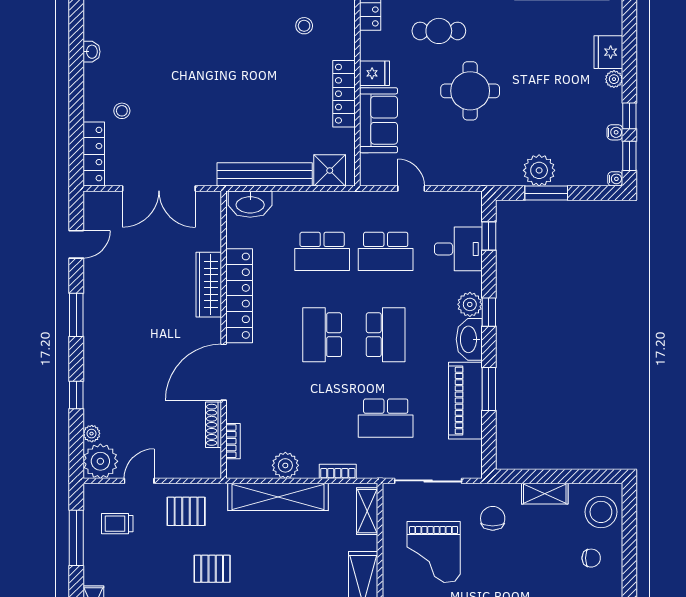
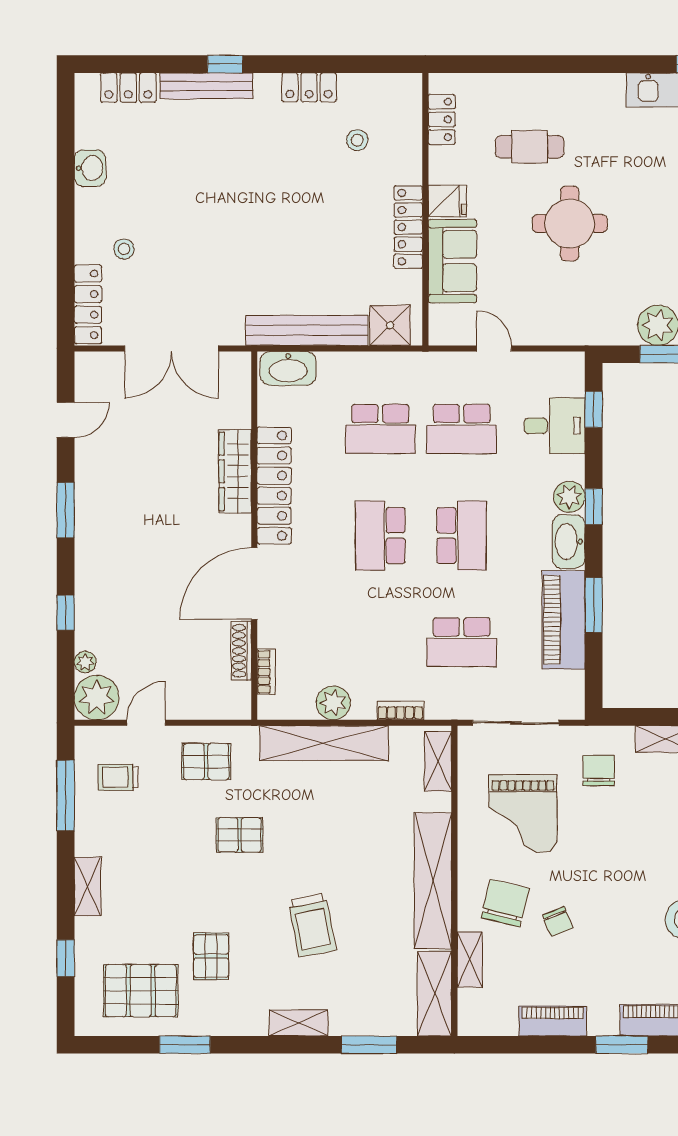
washbasin: (91, 52) -> (90, 168), width x1.38, depth x1.45

